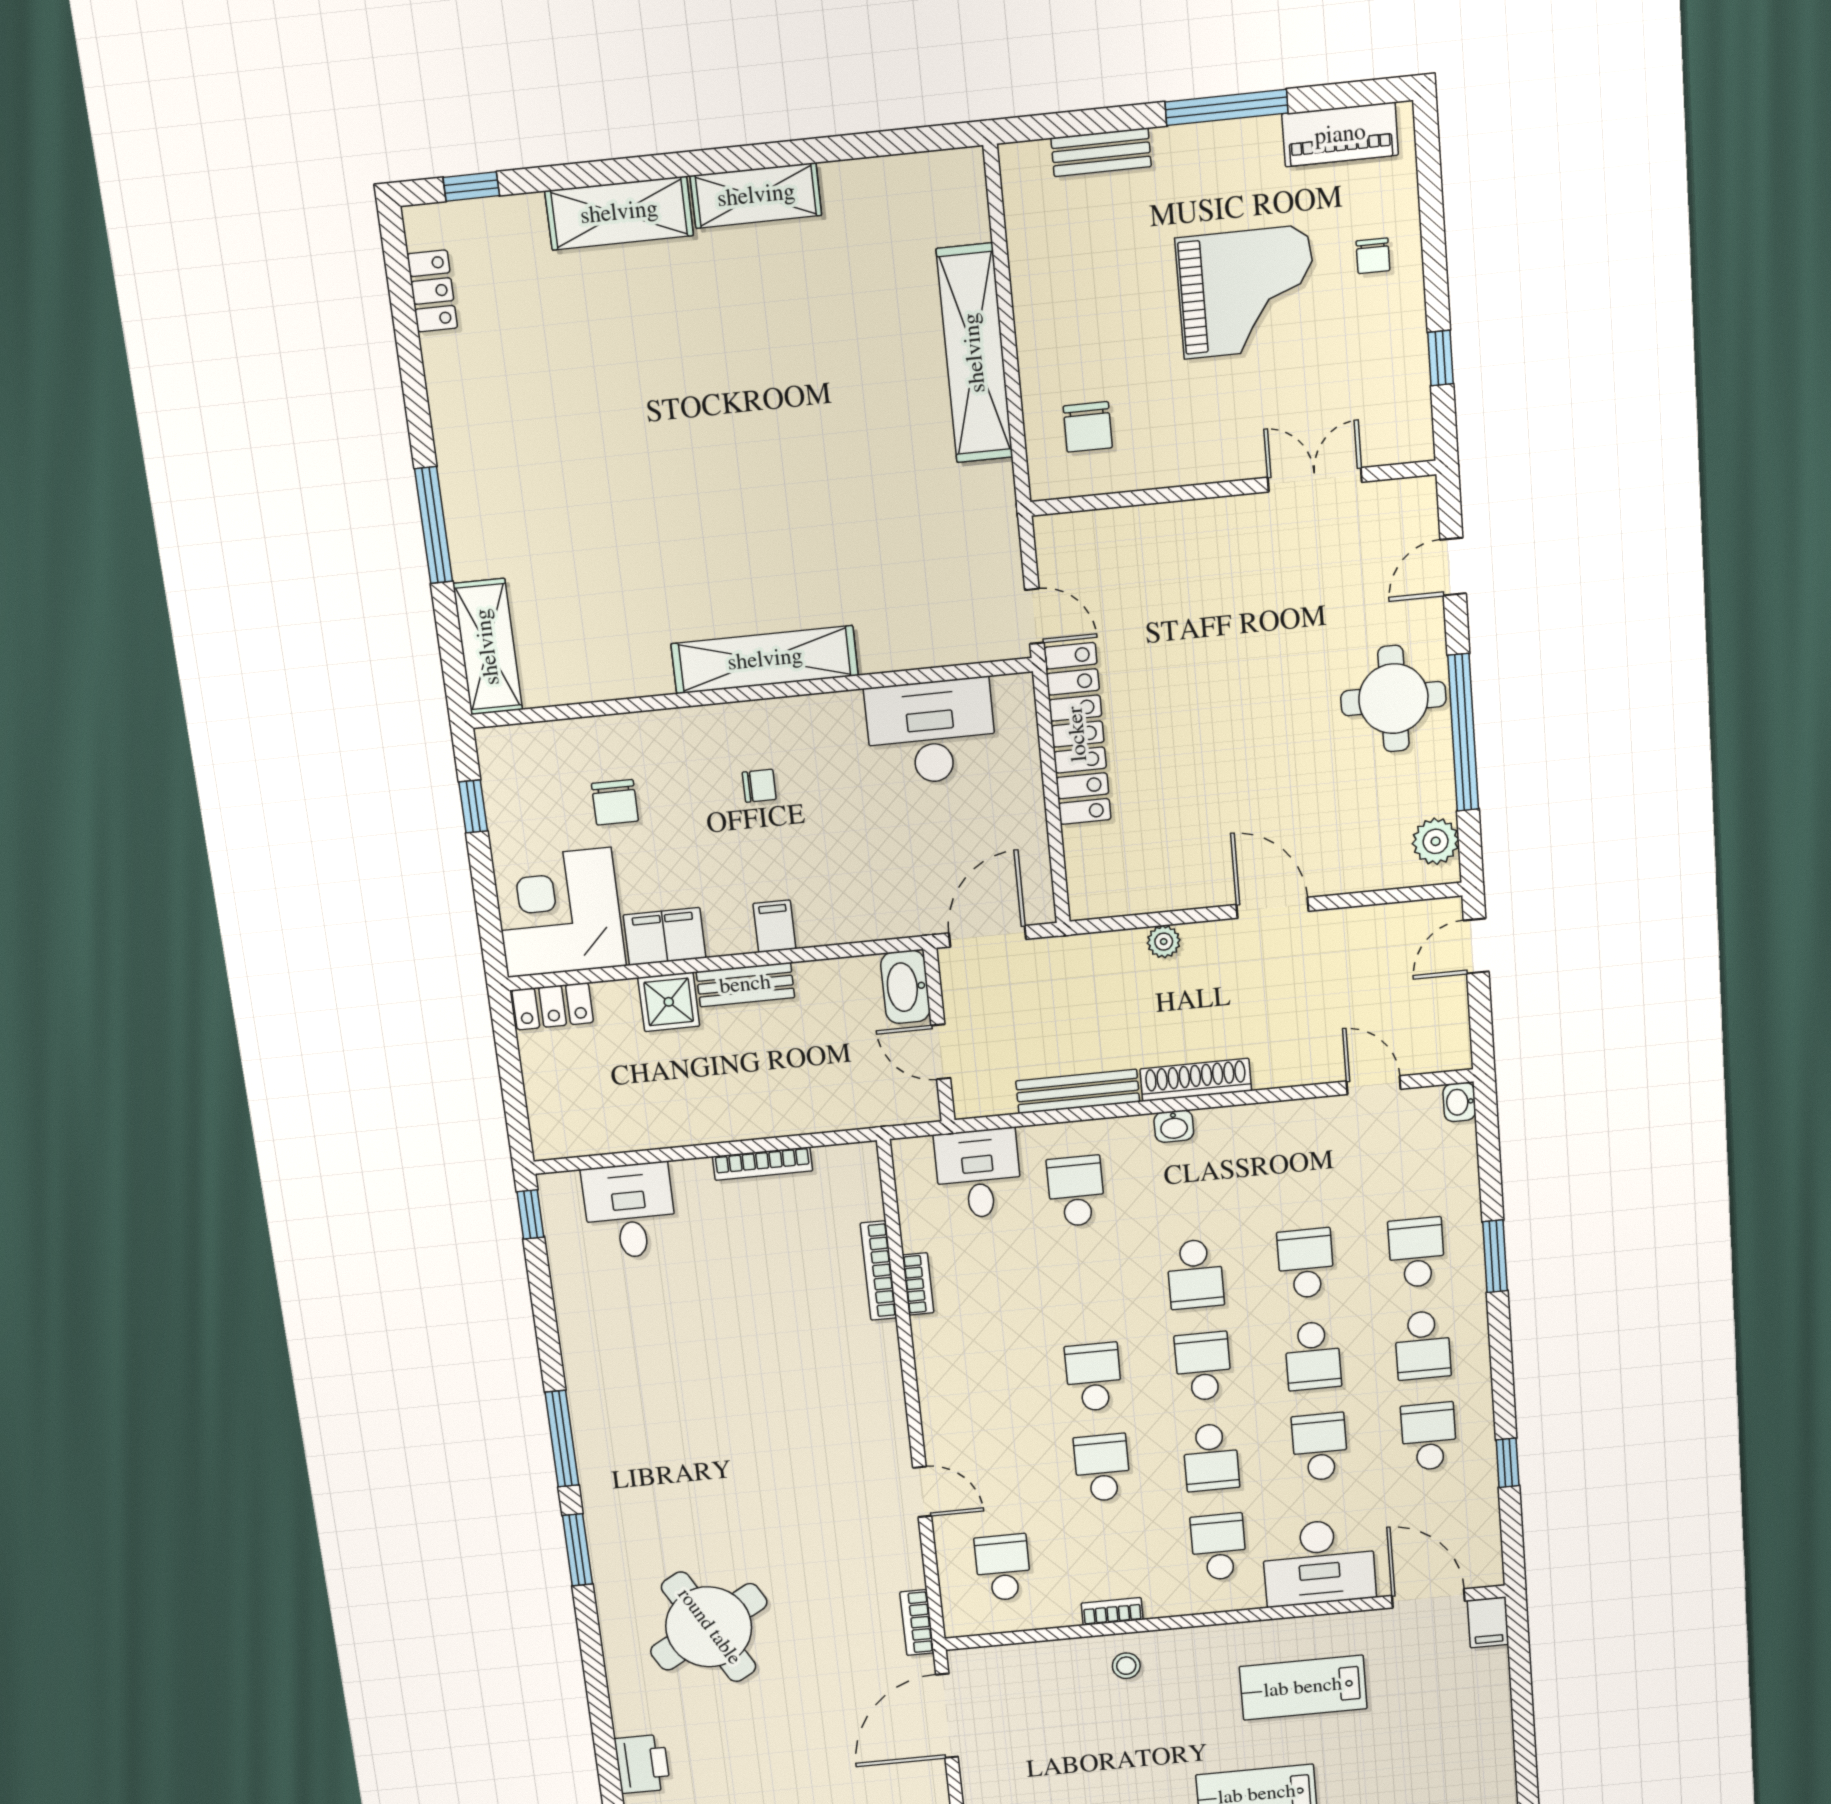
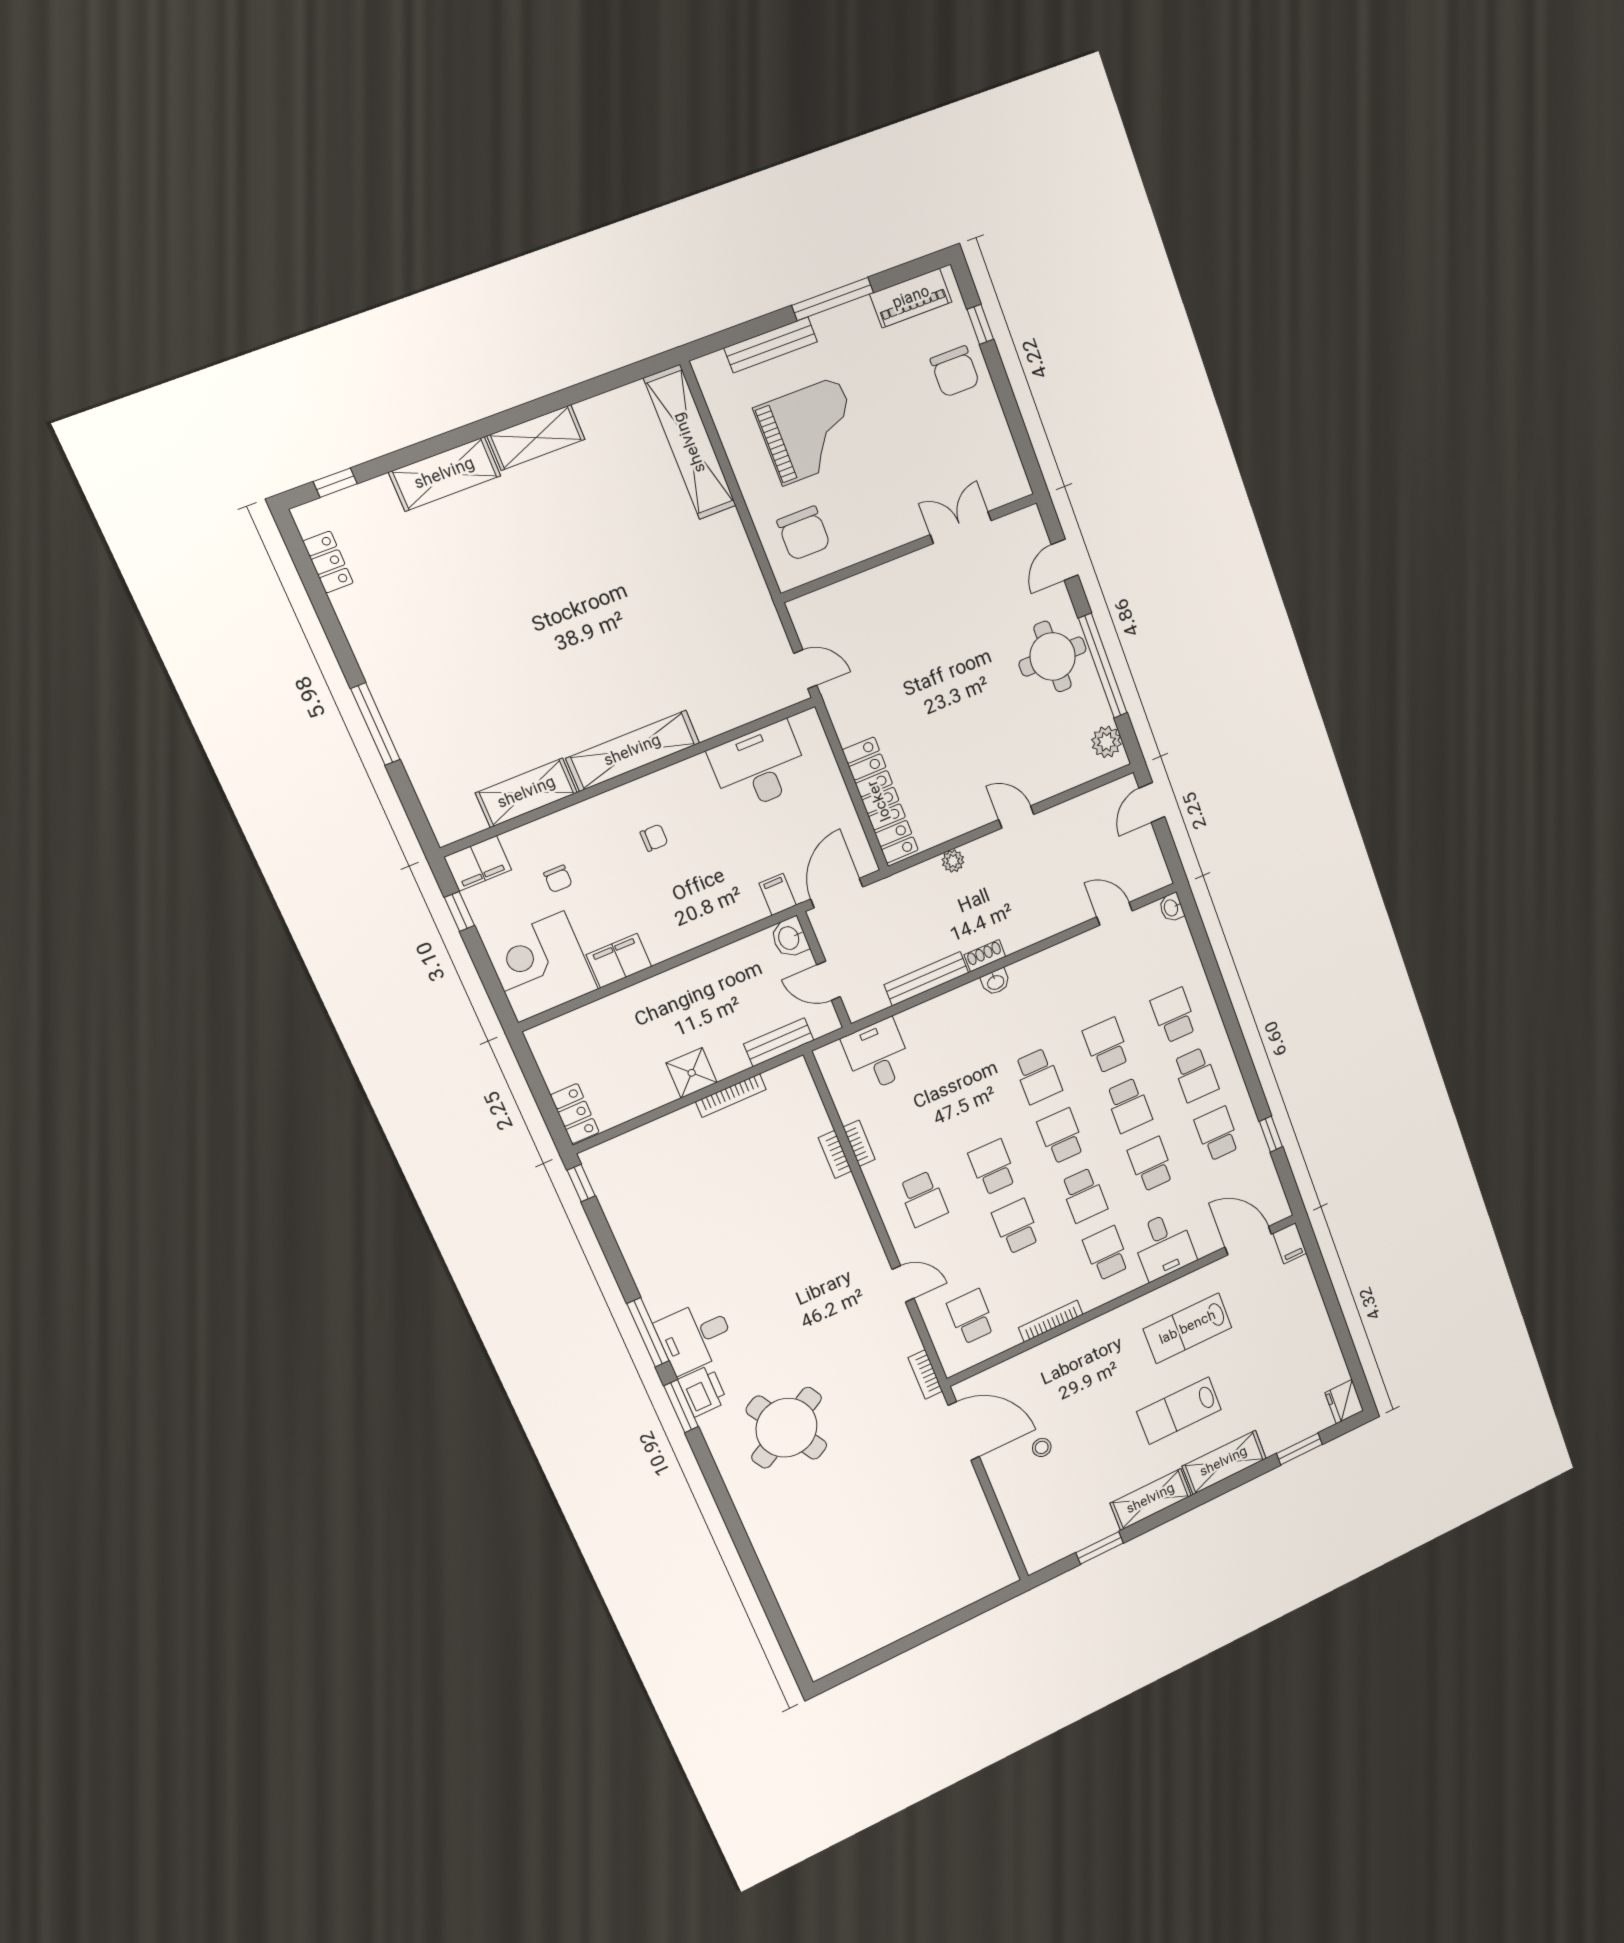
bench: (1101, 152) -> (771, 345), width x1.36
chair: (1373, 256) -> (955, 372), width x1.87, depth x1.87
grand piano: (1247, 292) -> (810, 431), moved
shelving: (975, 353) -> (690, 442), moved
window: (1440, 358) -> (980, 324), moved
chair: (1088, 427) -> (804, 533), width x1.37, depth x1.37
shelving: (488, 647) -> (527, 793), moved, turned 90
locker: (1078, 734) -> (880, 800), moved
filing cabinet: (515, 750) -> (478, 863), added
chair: (615, 802) -> (558, 879), width x0.73, depth x0.73
door: (1272, 908) -> (1016, 817), width x0.73
filing cabinet: (774, 926) -> (778, 894), moved
bench: (745, 985) -> (779, 1042), moved
washbasin: (905, 987) -> (790, 938), width x0.72
shower: (669, 1002) -> (692, 1073), moved
locker: (553, 1006) -> (575, 1114), moved, turned -90
shoe rack: (1196, 1080) -> (985, 956), width x0.51, depth x0.81
school desk: (1076, 1191) -> (923, 1199), moved, turned 180
desk: (630, 1211) -> (695, 1336), moved, turned -90
window: (1495, 1256) -> (1223, 1001), removed
bookcase: (879, 1271) -> (835, 1154), width x0.64
desk: (1319, 1562) -> (1164, 1245), width x0.73
bookcase: (1112, 1611) -> (1051, 1321), width x1.56
stool: (1126, 1666) -> (1042, 1447), moved
door: (947, 1716) -> (964, 1431), swing flipped
printer: (642, 1764) -> (703, 1391), moved

